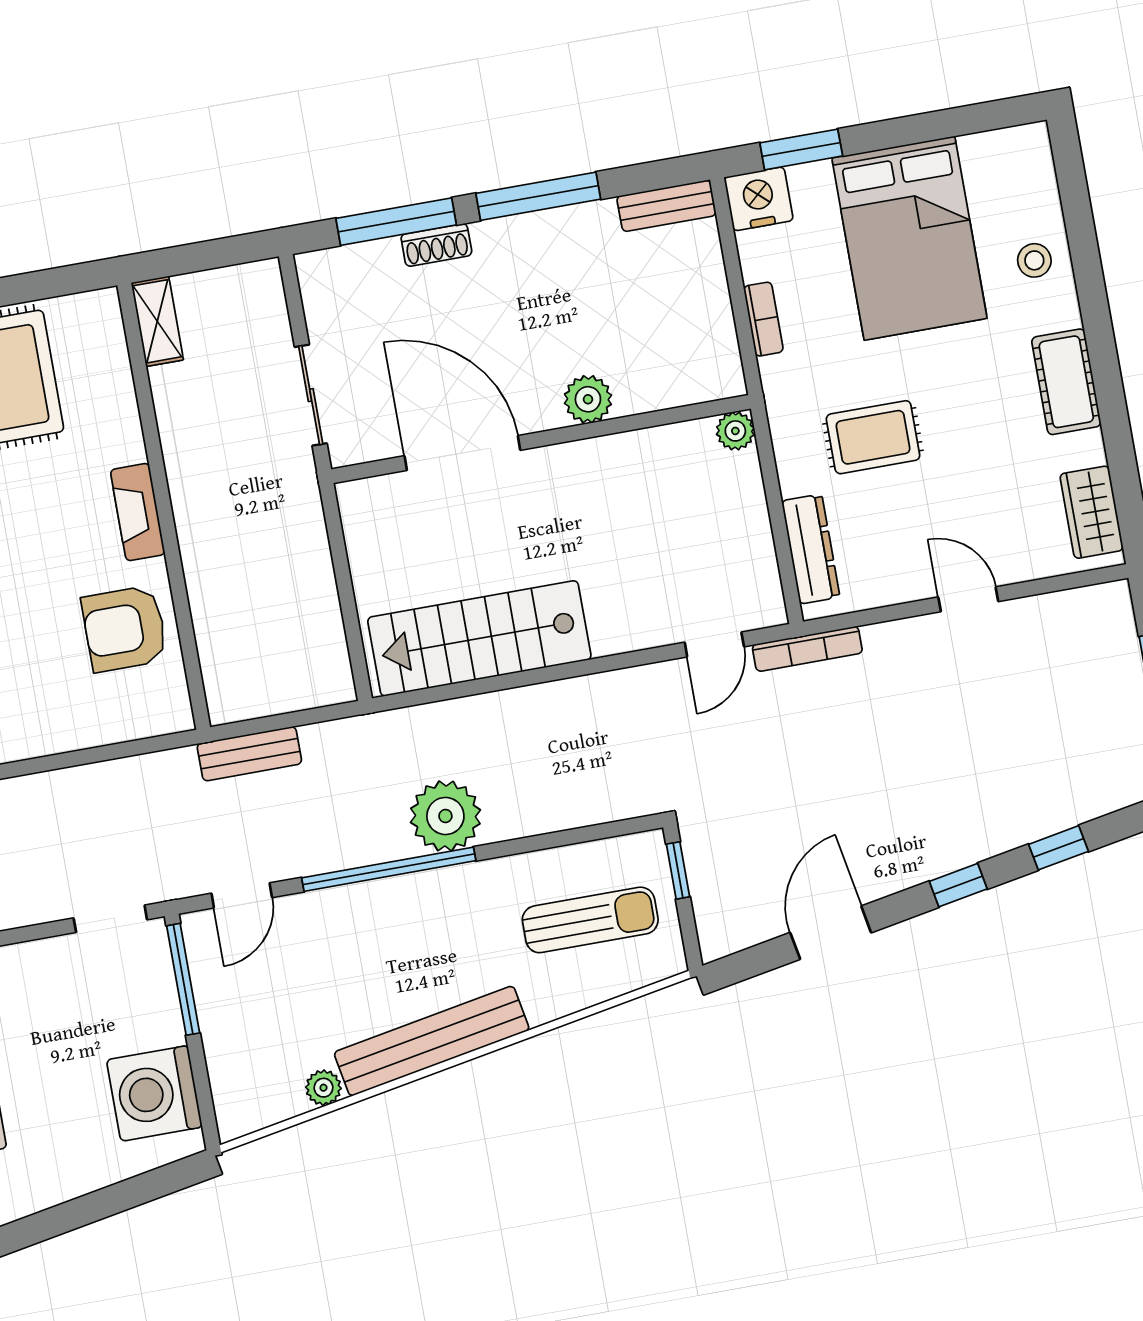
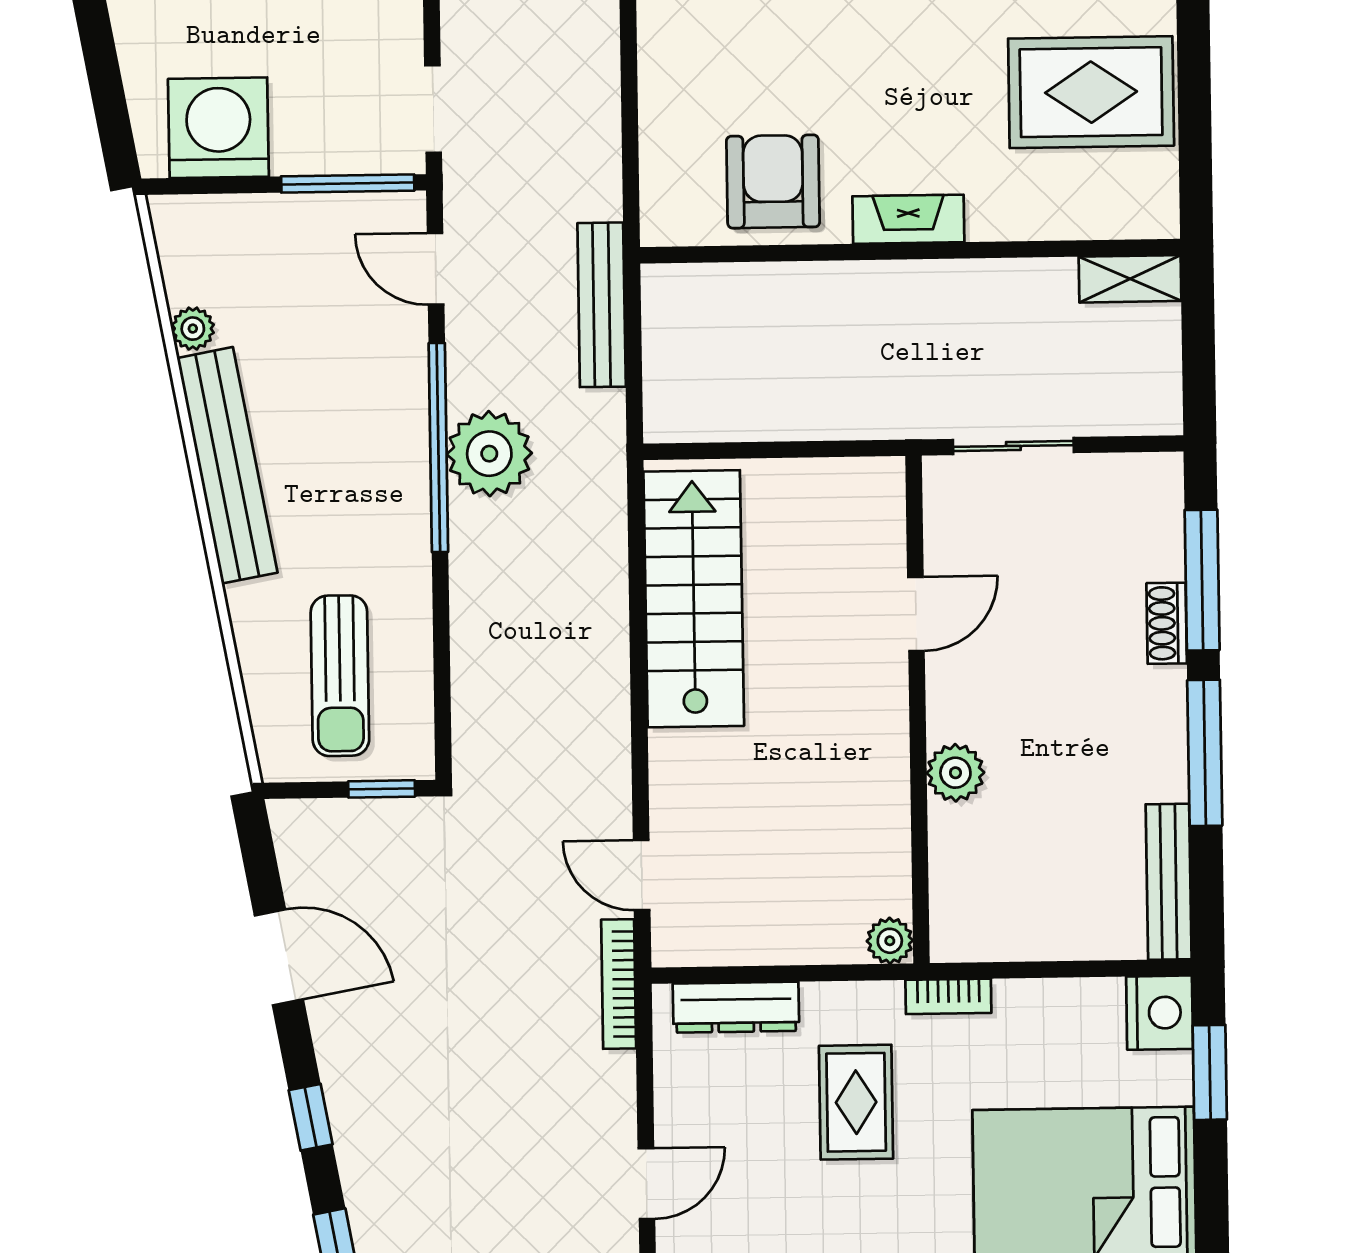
bench: (666, 206) -> (1169, 882), width x1.36
bookcase: (763, 319) -> (948, 996), moved
door: (462, 453) -> (916, 614), width x0.53
bench: (249, 754) -> (602, 305), width x1.36
plant: (445, 816) -> (489, 454), moved

